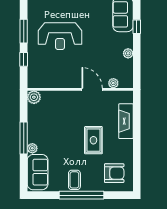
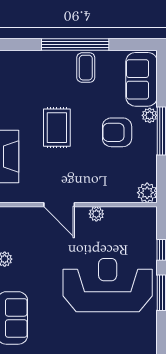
reception desk: (60, 36) -> (108, 285), width x1.36, depth x1.30
plant: (113, 83) -> (96, 214), moved
armchair: (114, 173) -> (117, 132), moved

